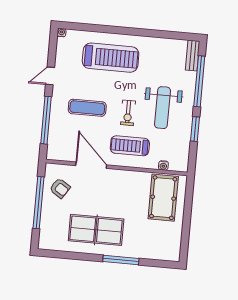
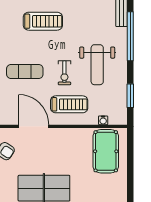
treadmill: (111, 58) -> (43, 21), width x0.73, depth x0.73
window: (195, 129) -> (130, 96), moved
treadmill: (130, 146) -> (69, 104), turned 180

